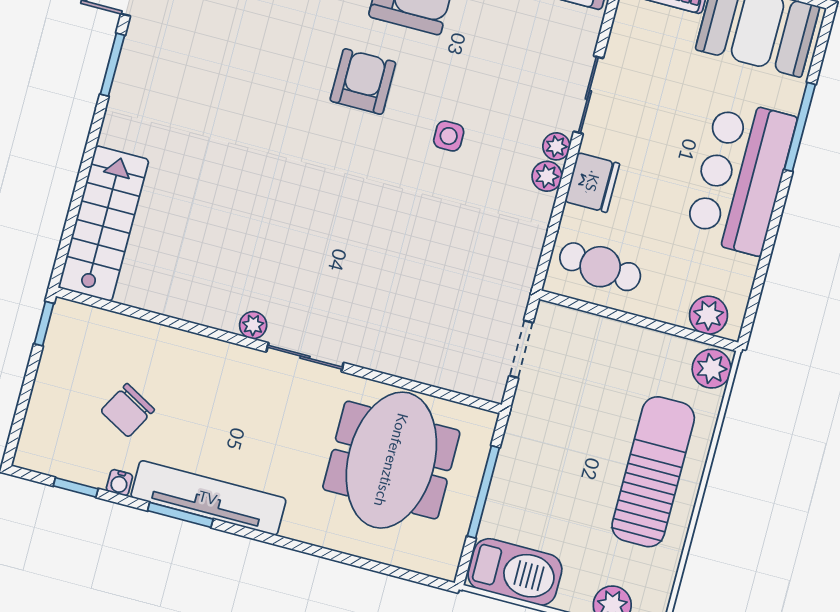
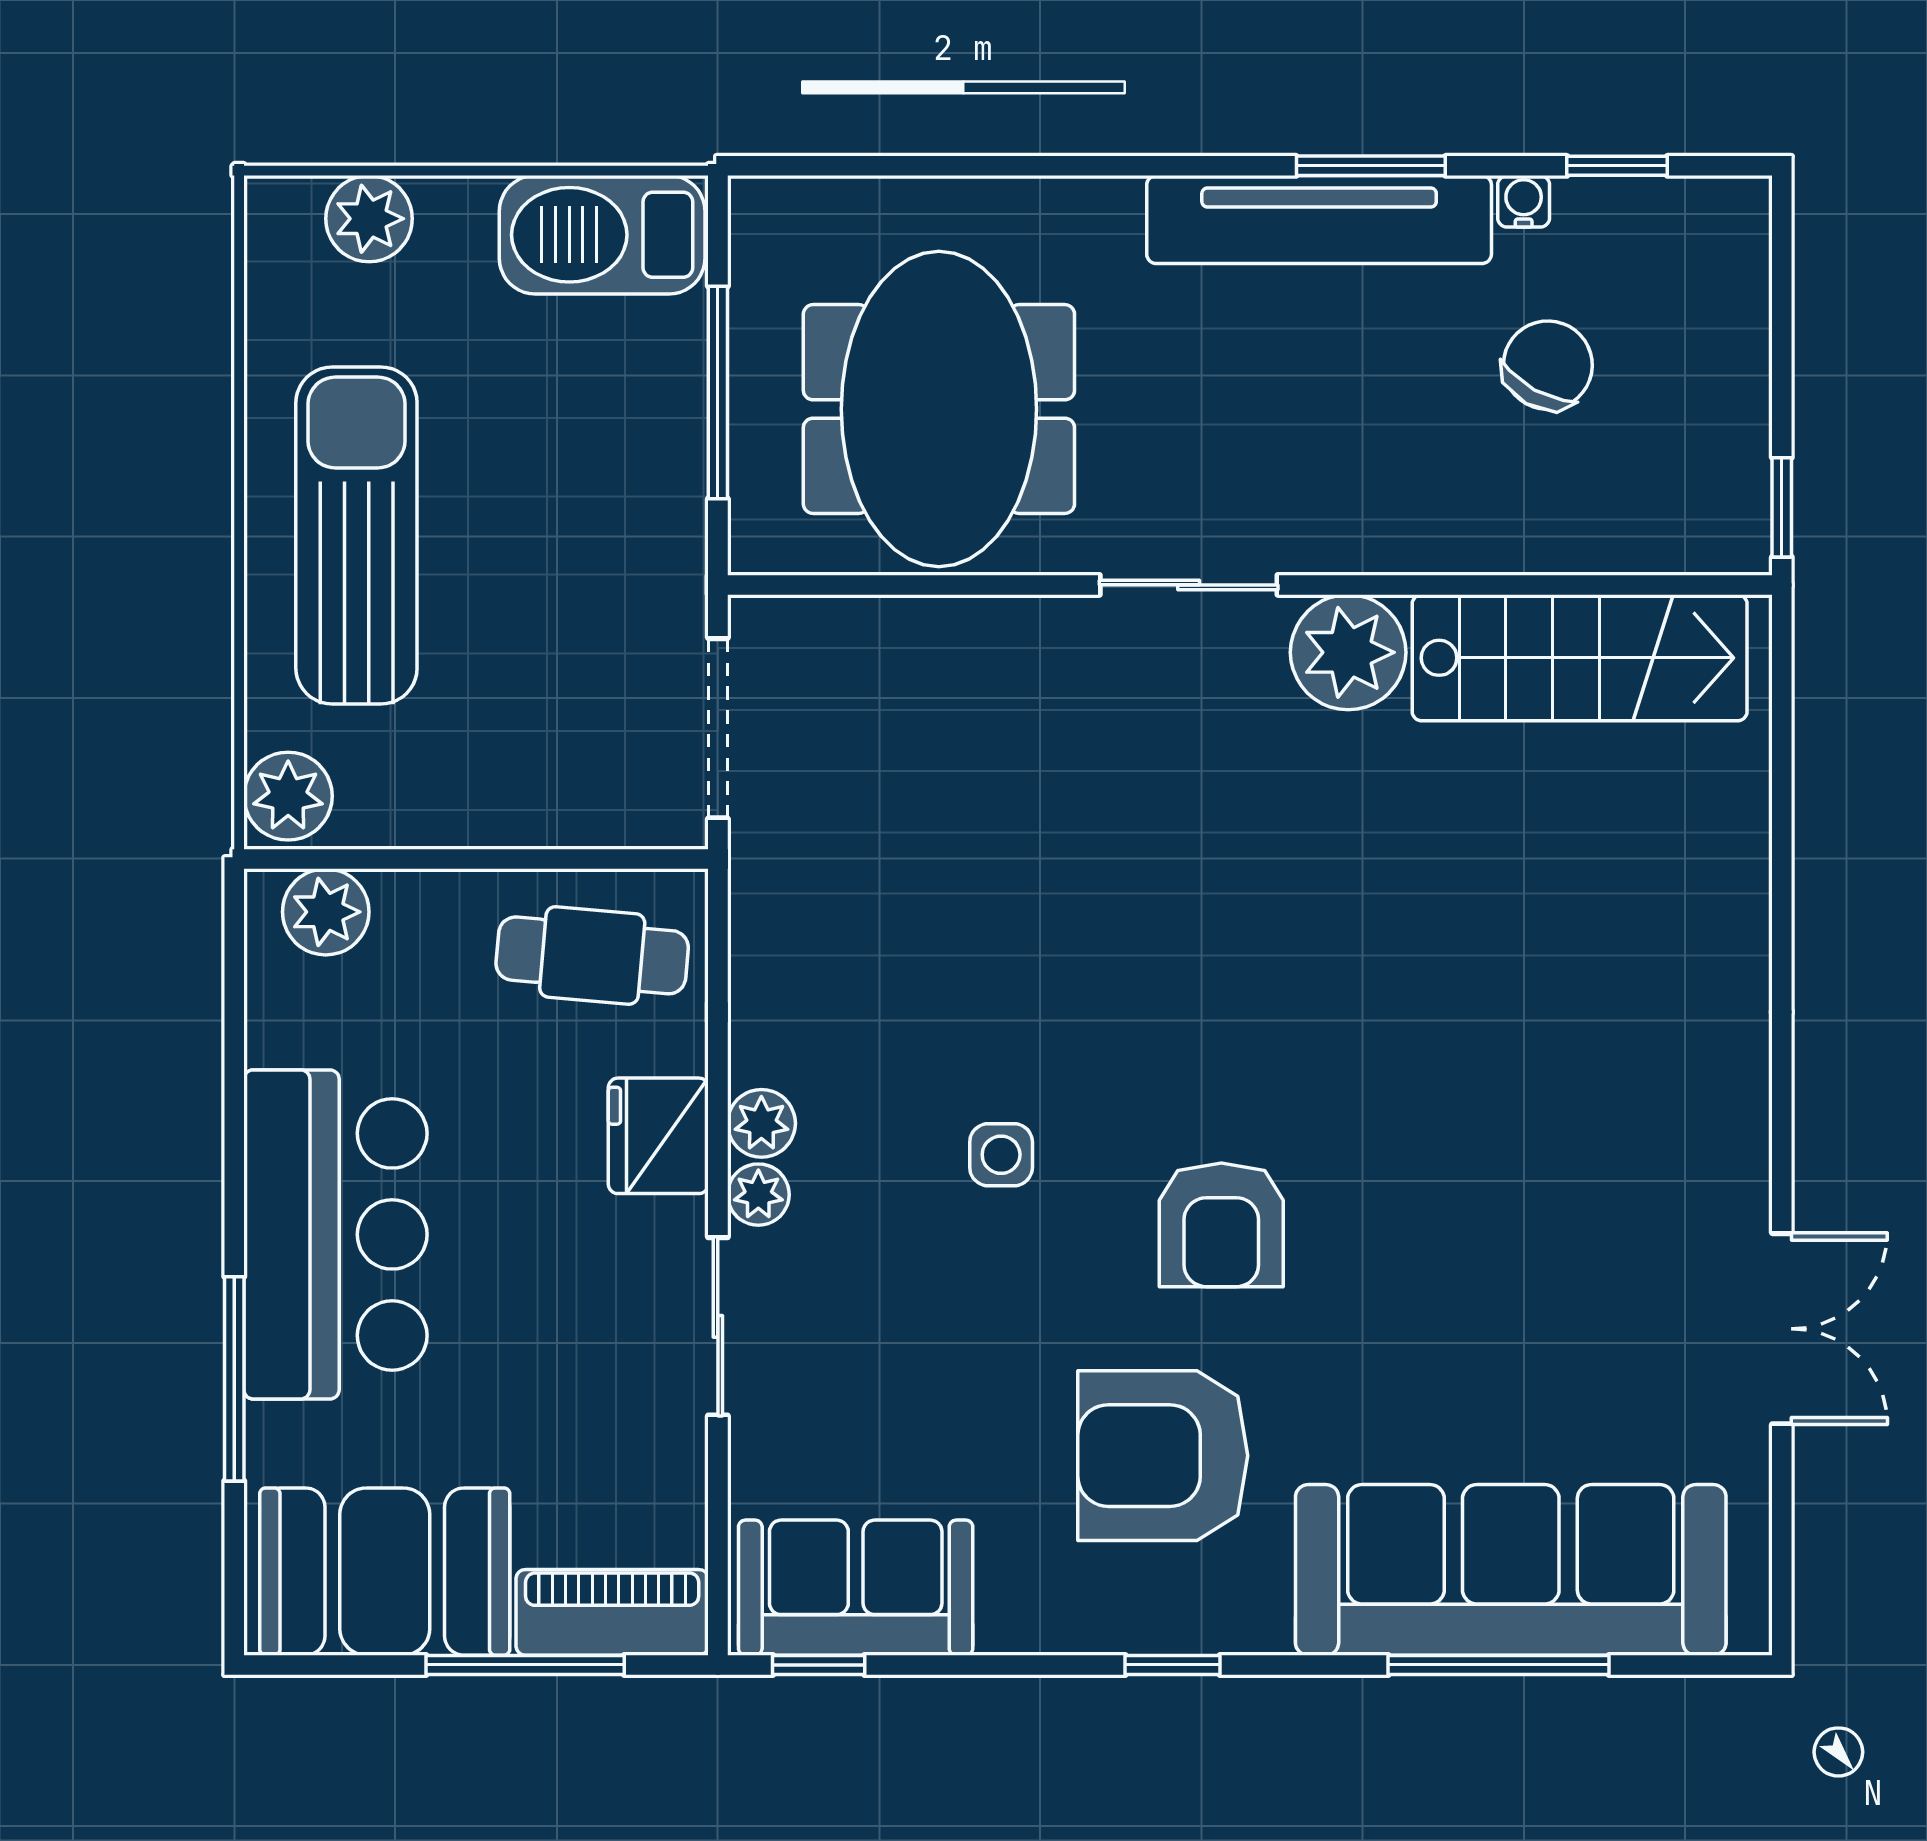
window: (112, 65) -> (1782, 1116), removed
stairs: (104, 223) -> (1580, 658), moved, turned -90
plant: (253, 325) -> (1348, 652), width x1.87, depth x1.87
doorway: (521, 349) -> (718, 728), width x1.38
sun lounger: (653, 472) -> (356, 536), turned 180

